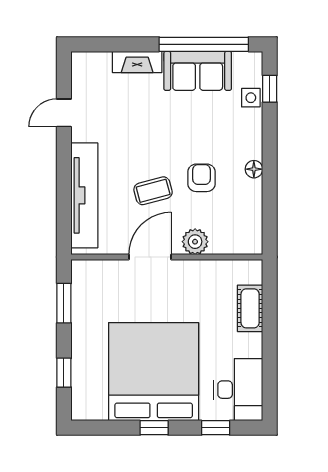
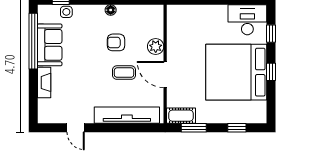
coffee table: (153, 191) -> (124, 73), turned -75
cot: (250, 308) -> (181, 116), moved

